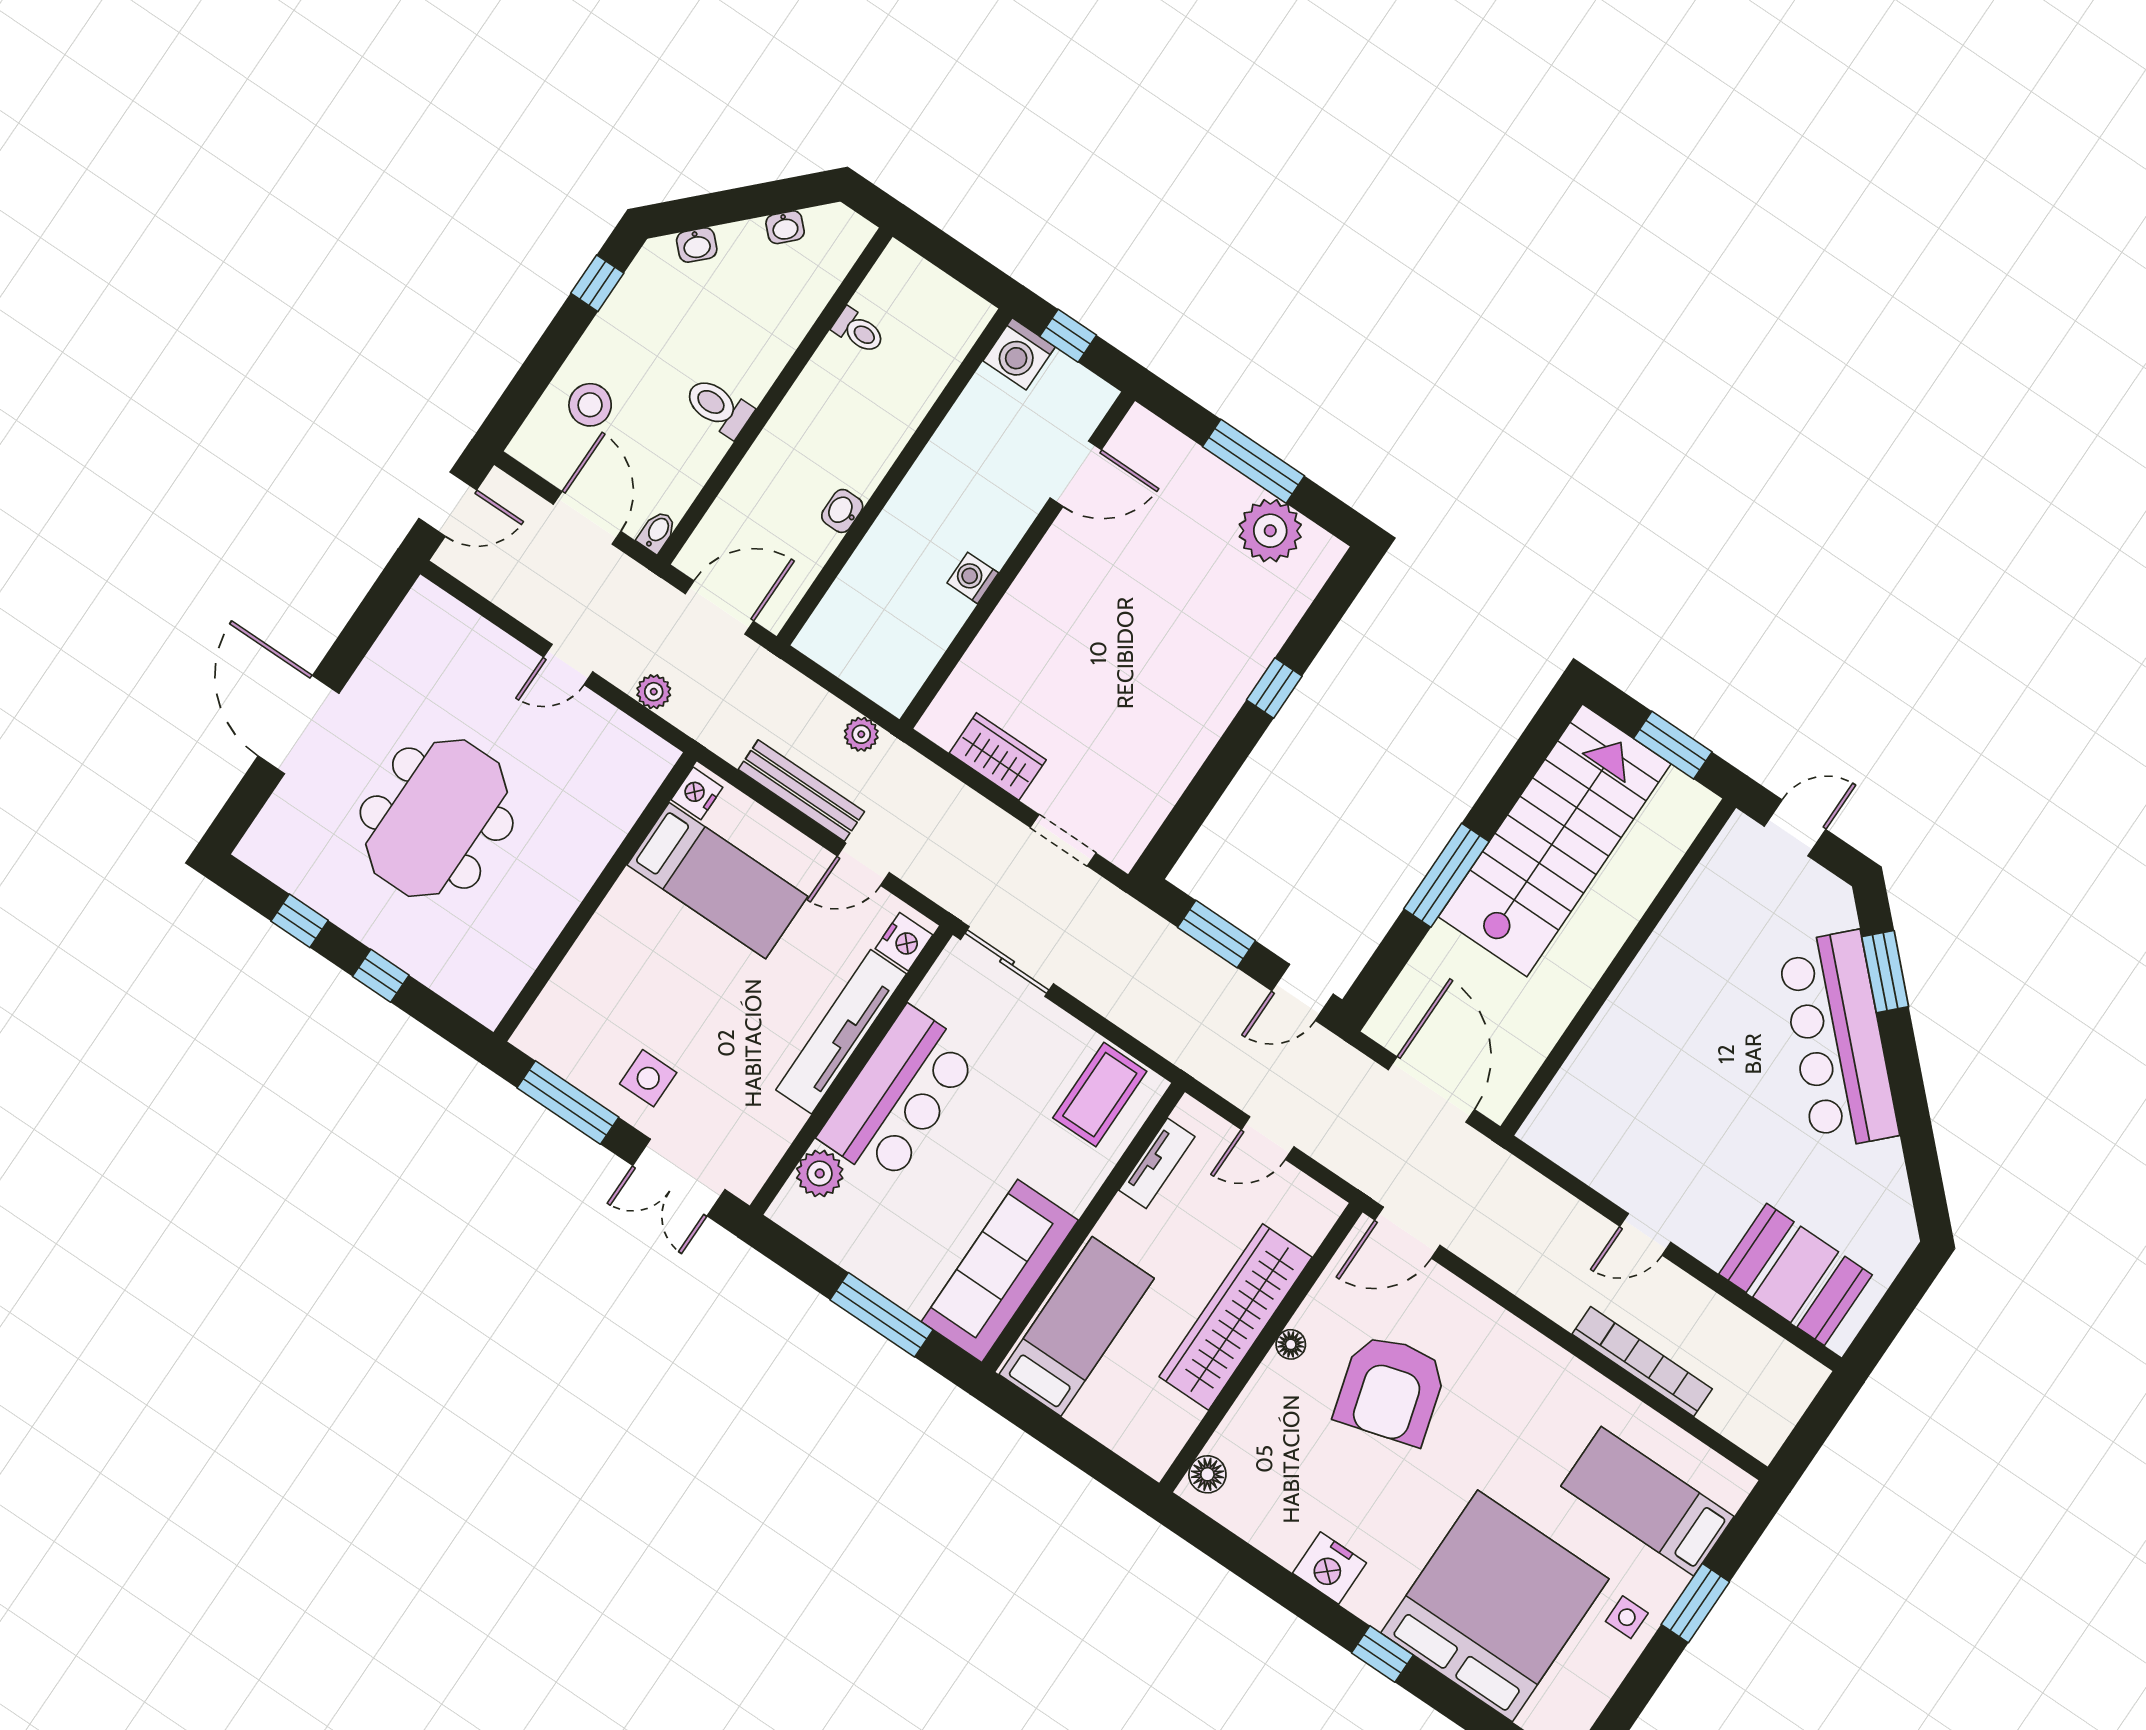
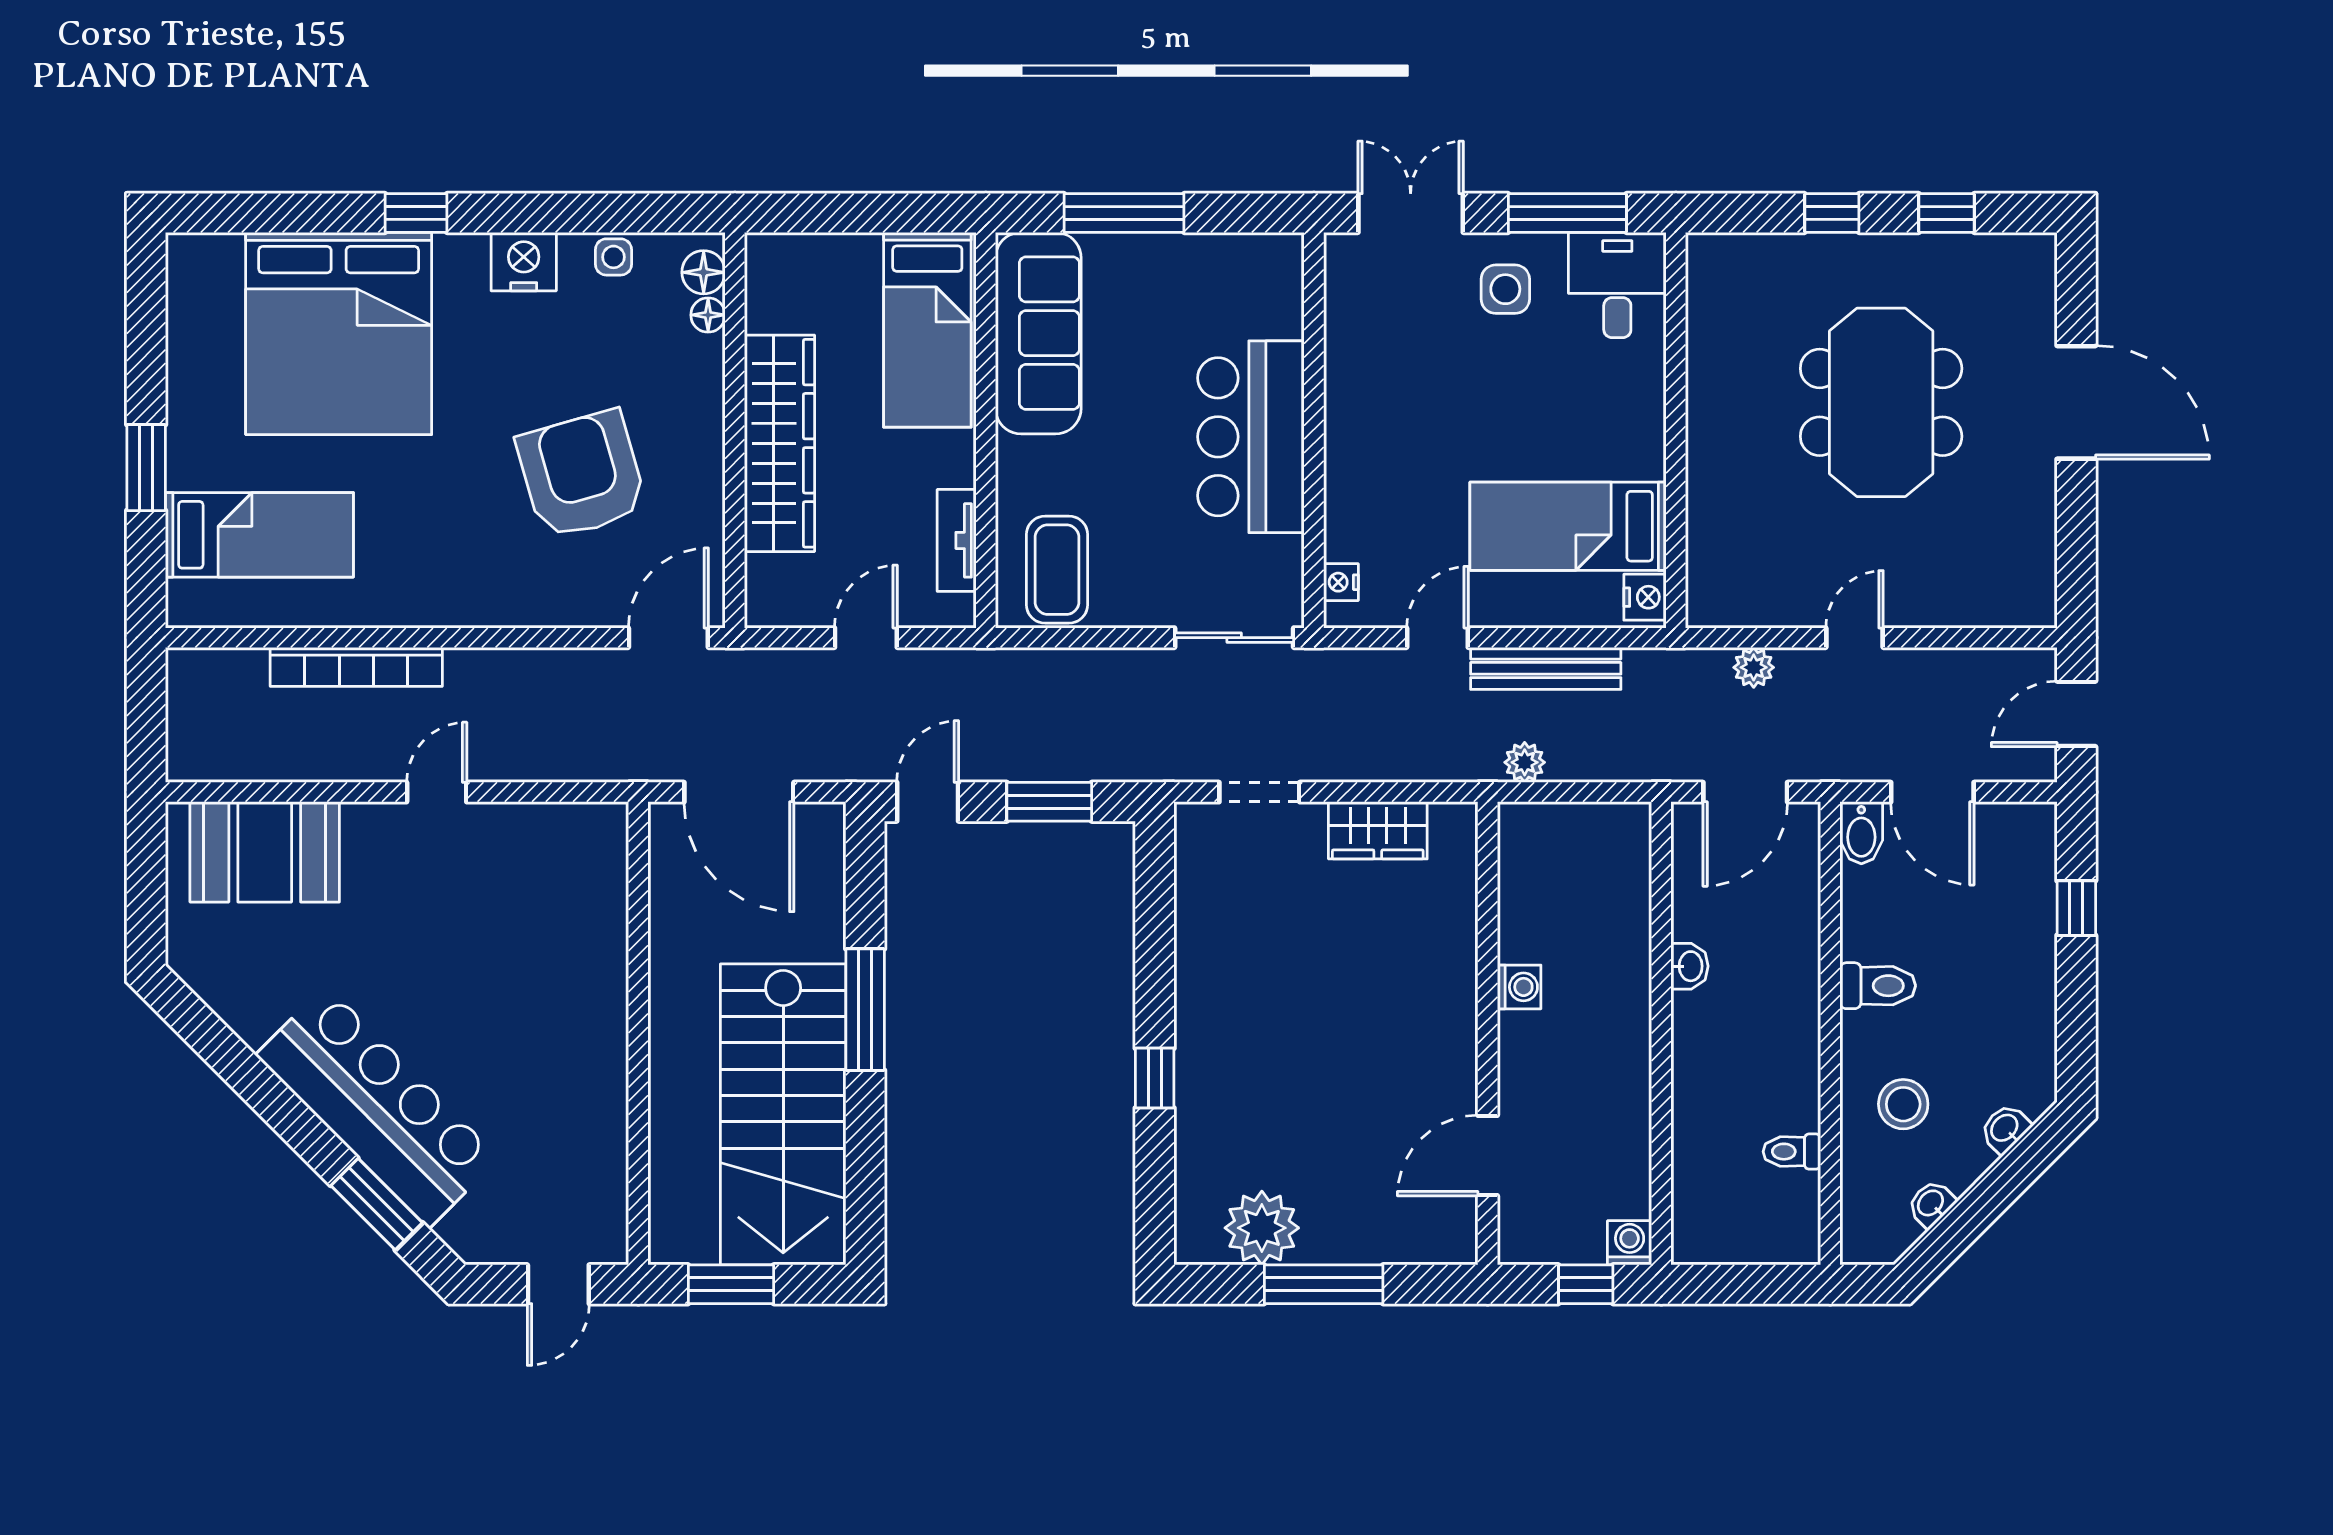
window: (597, 283) -> (2076, 908), moved
washing machine: (1019, 354) -> (1630, 1243), width x0.73, depth x0.73
stool: (590, 405) -> (1903, 1104), moved
bidet: (657, 532) -> (1861, 833), width x1.38, depth x1.36
nightstand: (904, 942) -> (1341, 582), width x0.72, depth x0.74
desk: (567, 1028) -> (1617, 285), added
tv unit: (841, 1032) -> (1349, 461), removed
plant: (820, 1173) -> (1277, 309), removed
floor lamp: (1291, 1344) -> (708, 315), moved
side table: (1627, 1617) -> (613, 257), moved

